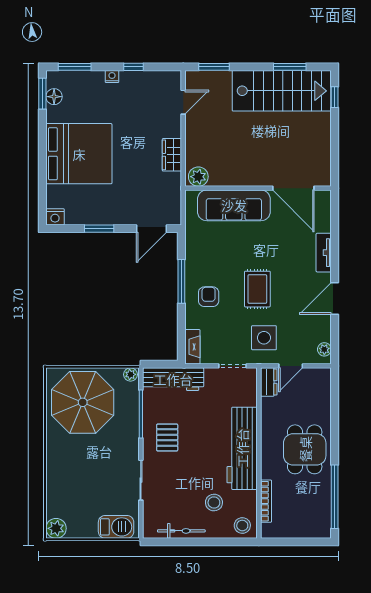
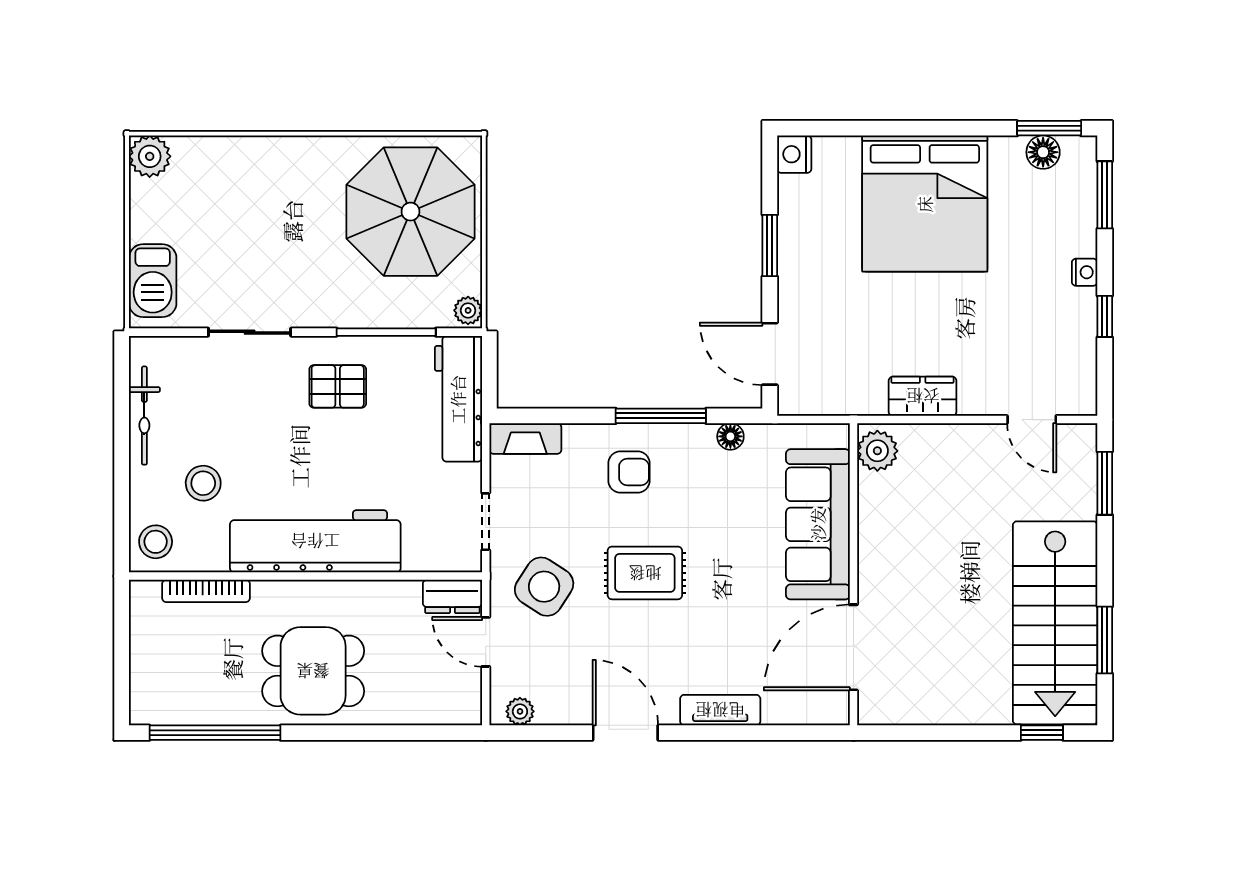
floor lamp: (191, 248) -> (730, 436), added
side table: (264, 338) -> (544, 587), turned 33

